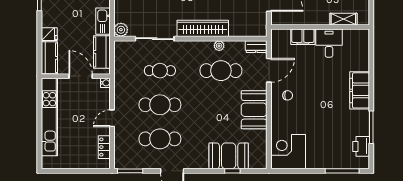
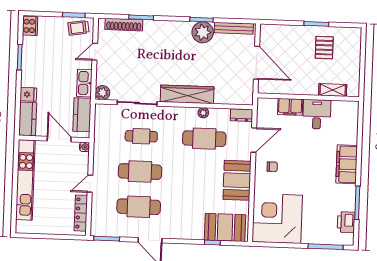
locker: (104, 147) -> (81, 213), width x1.53
corner desk: (288, 152) -> (277, 219), width x1.36, depth x1.36
booth: (229, 156) -> (225, 227), moved

